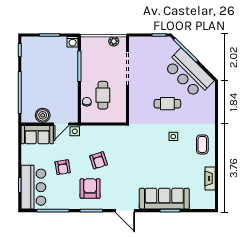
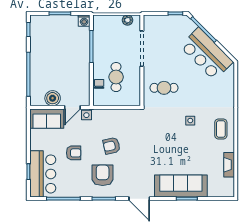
cafe table: (167, 104) -> (164, 88), moved
armchair: (99, 160) -> (111, 146), turned 95
armchair: (63, 167) -> (74, 153), turned -81

